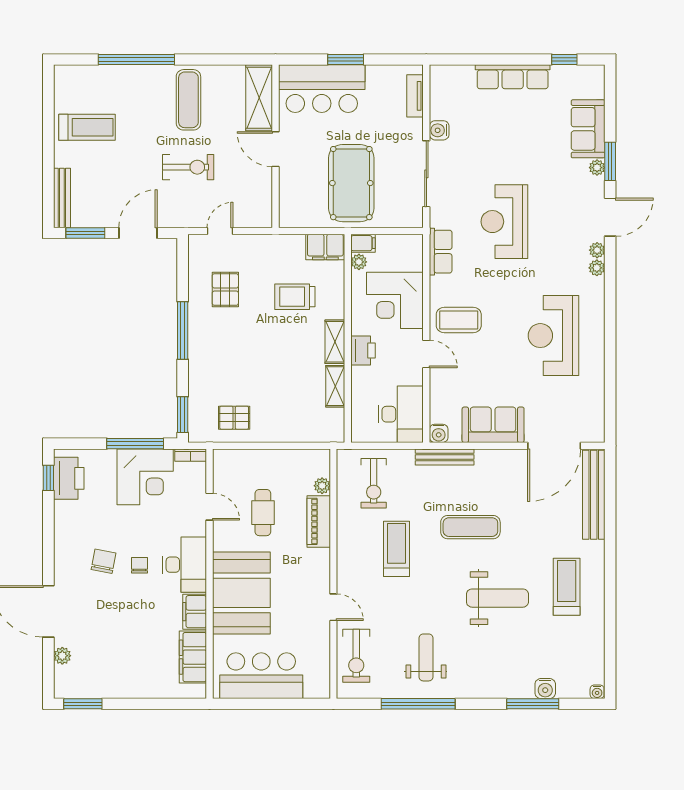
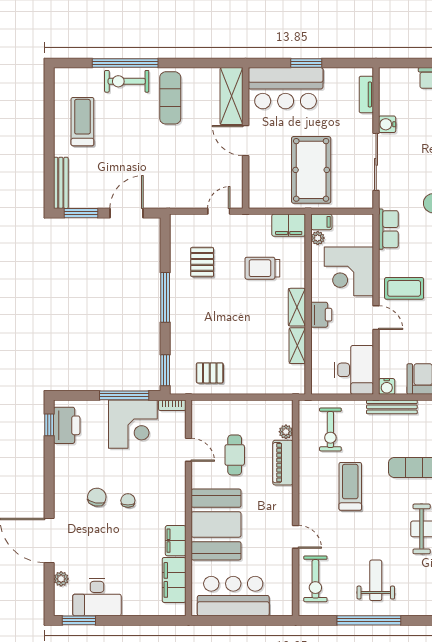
treadmill: (87, 127) -> (82, 122), turned -90
exercise bike: (188, 167) -> (127, 81), moved, turned 180
door: (220, 231) -> (219, 211), moved
desk: (185, 565) -> (97, 597), moved, turned 90

